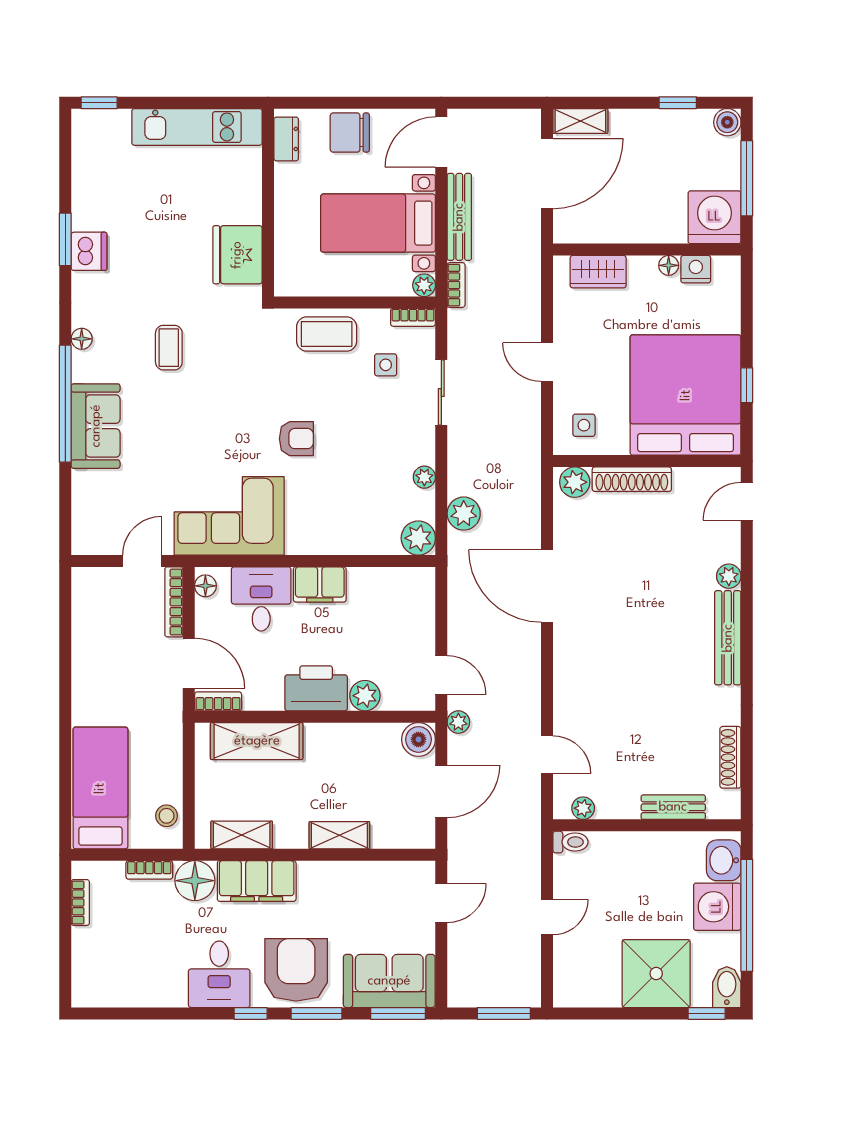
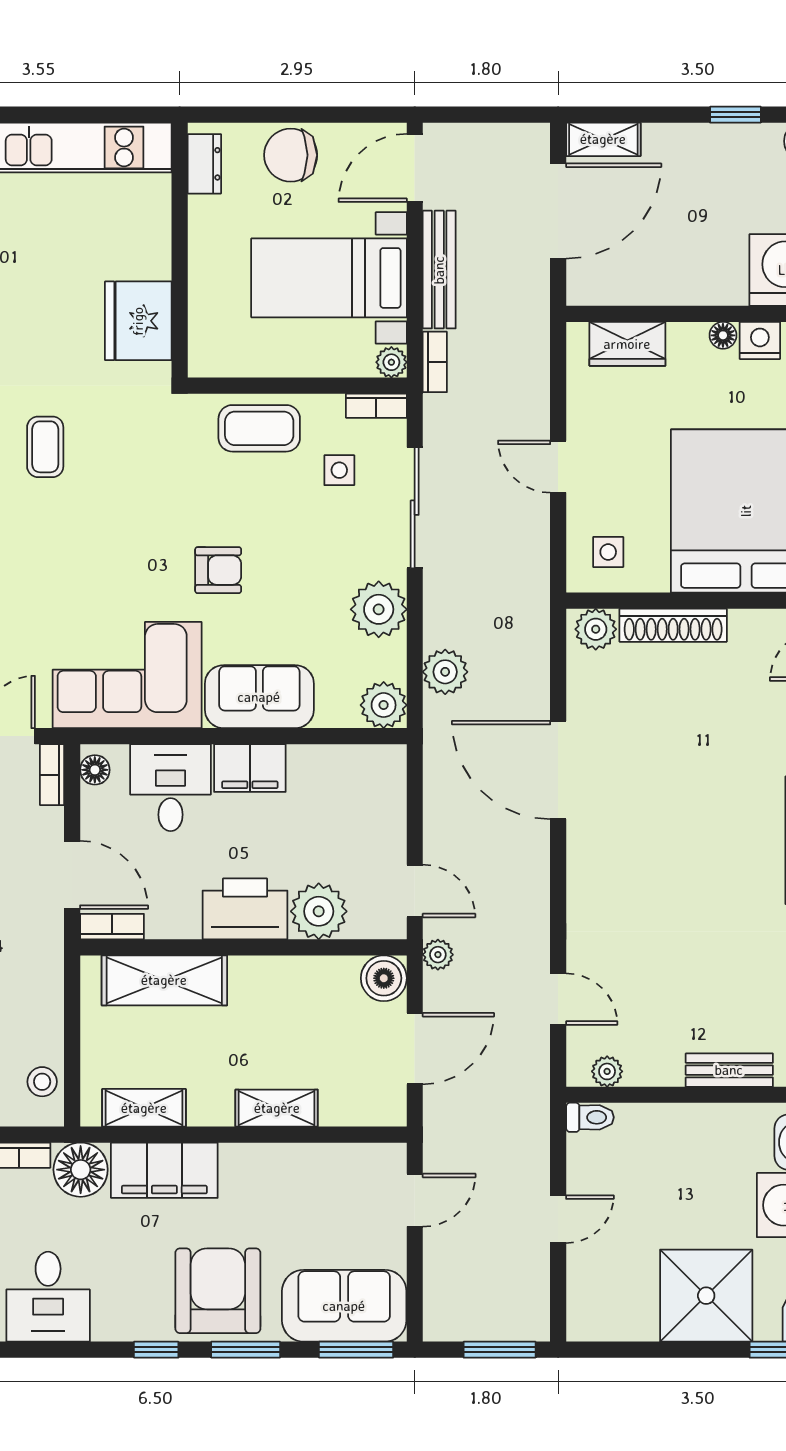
sliding door: (441, 392) -> (415, 508), width x1.37
plant: (424, 477) -> (379, 609), width x1.87, depth x1.87
sofa: (327, 532) -> (259, 697), added
bookcase: (174, 602) -> (52, 775), width x0.64
plant: (365, 696) -> (319, 911), width x1.36, depth x1.36
desk: (219, 974) -> (48, 1297), moved

